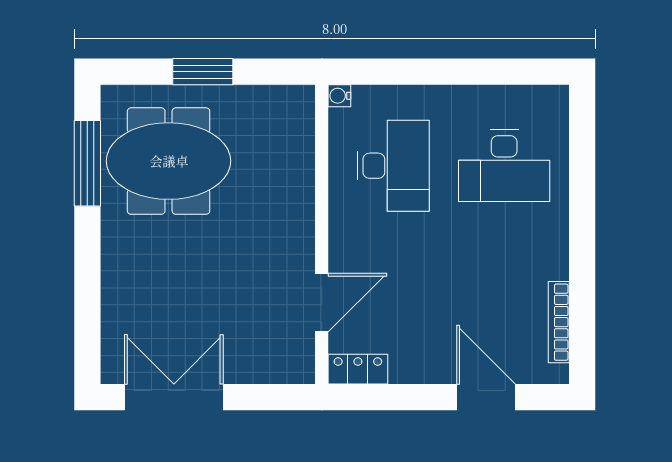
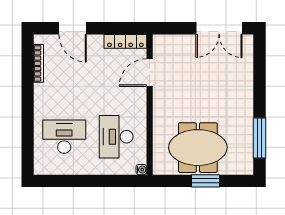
meeting table: (169, 161) -> (198, 148), moved
locker: (358, 369) -> (125, 41), width x1.53

